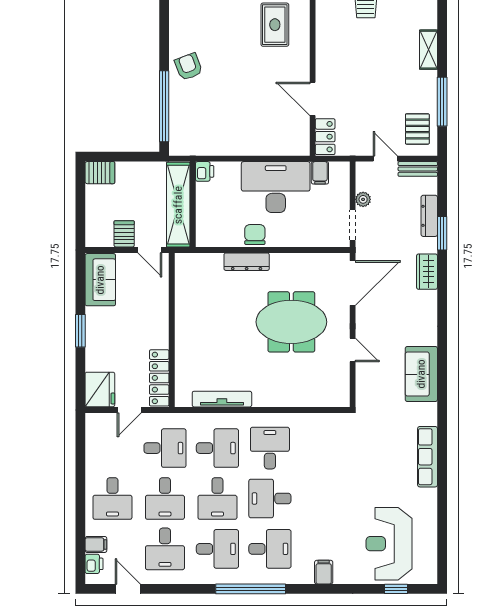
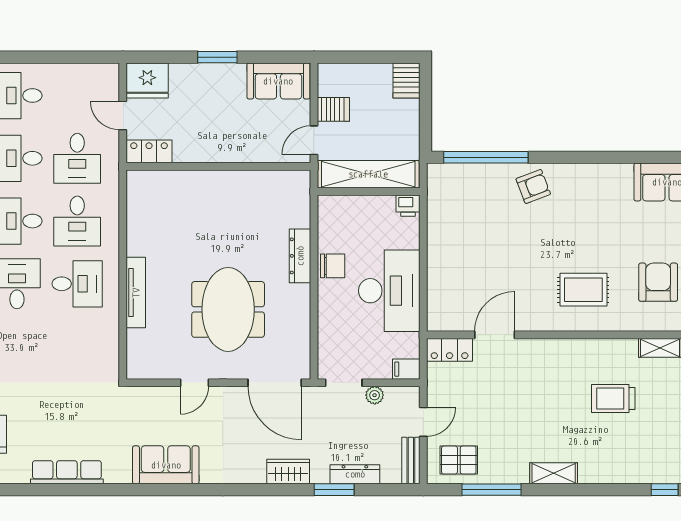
filing cabinet: (320, 173) -> (406, 369), moved
locker: (159, 378) -> (149, 151), width x0.66
tv unit: (222, 399) -> (136, 293), moved

